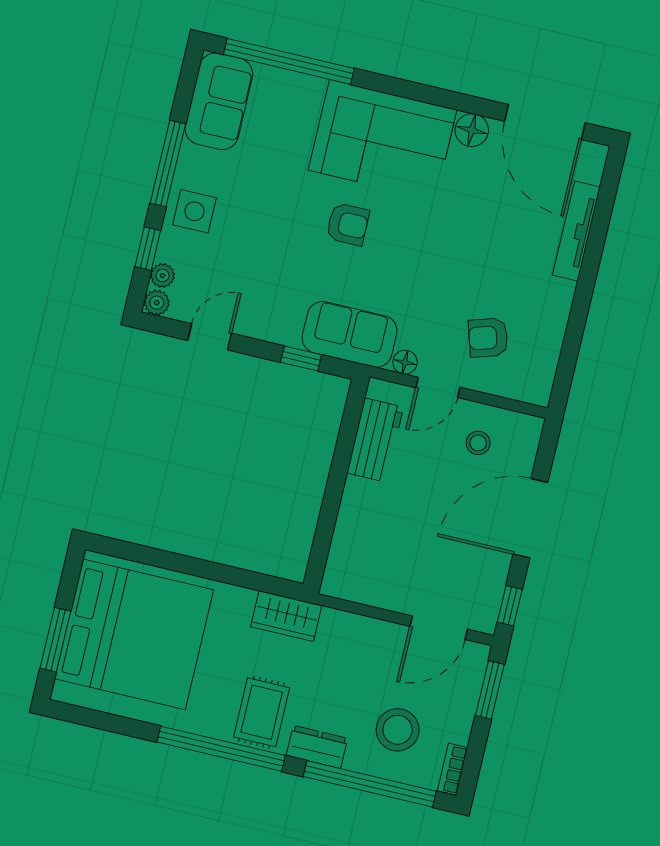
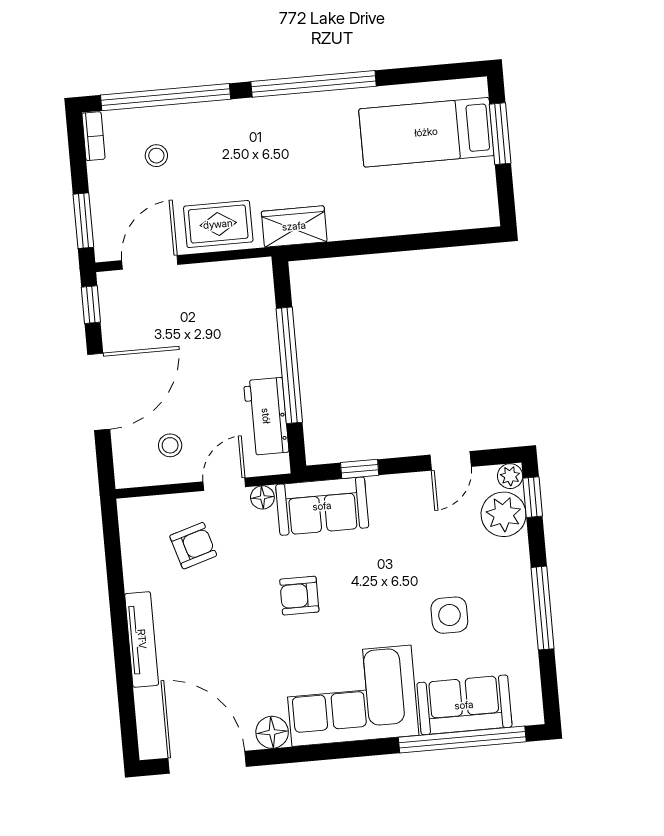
sofa: (219, 101) -> (464, 705), moved, turned 90
side table: (194, 211) -> (449, 615), moved
armchair: (348, 224) -> (299, 596), moved
tv unit: (576, 231) -> (142, 639), moved
window: (148, 249) -> (533, 497), moved
plant: (163, 275) -> (504, 514), width x1.88, depth x1.88
window: (336, 482) -> (289, 365), added
bed: (134, 634) -> (426, 132), width x0.49
rug: (262, 712) -> (218, 224), moved, turned 90
stool: (398, 730) -> (156, 156), width x0.53, depth x0.53
dresser: (317, 747) -> (226, 115), removed

